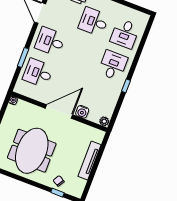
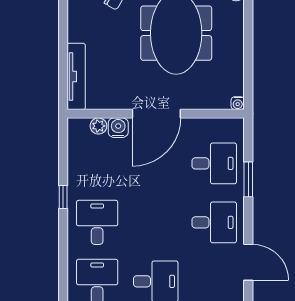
desk: (113, 65) -> (97, 222), turned 180
plant: (104, 121) -> (98, 126), moved
tv unit: (90, 160) -> (76, 76), moved

